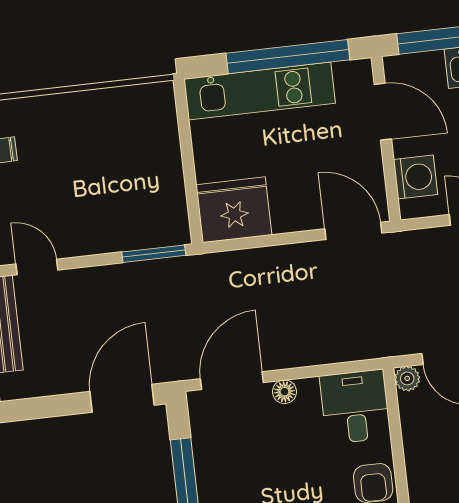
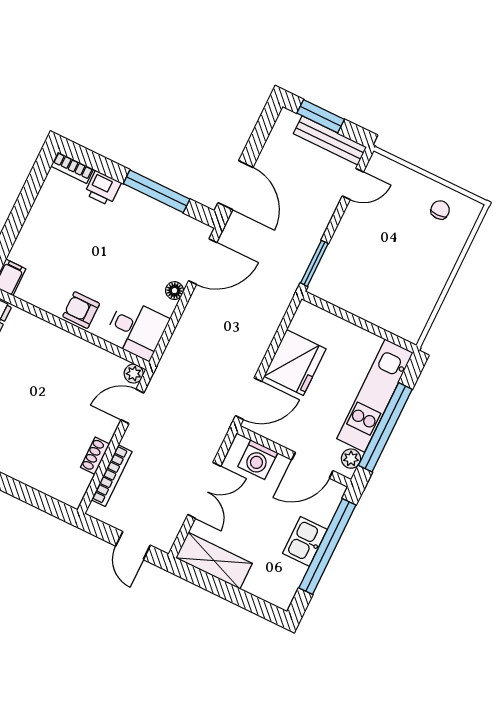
plant: (348, 73) -> (351, 459), added
fridge: (234, 210) -> (295, 363), moved
door: (232, 381) -> (203, 262), hinge flipped

